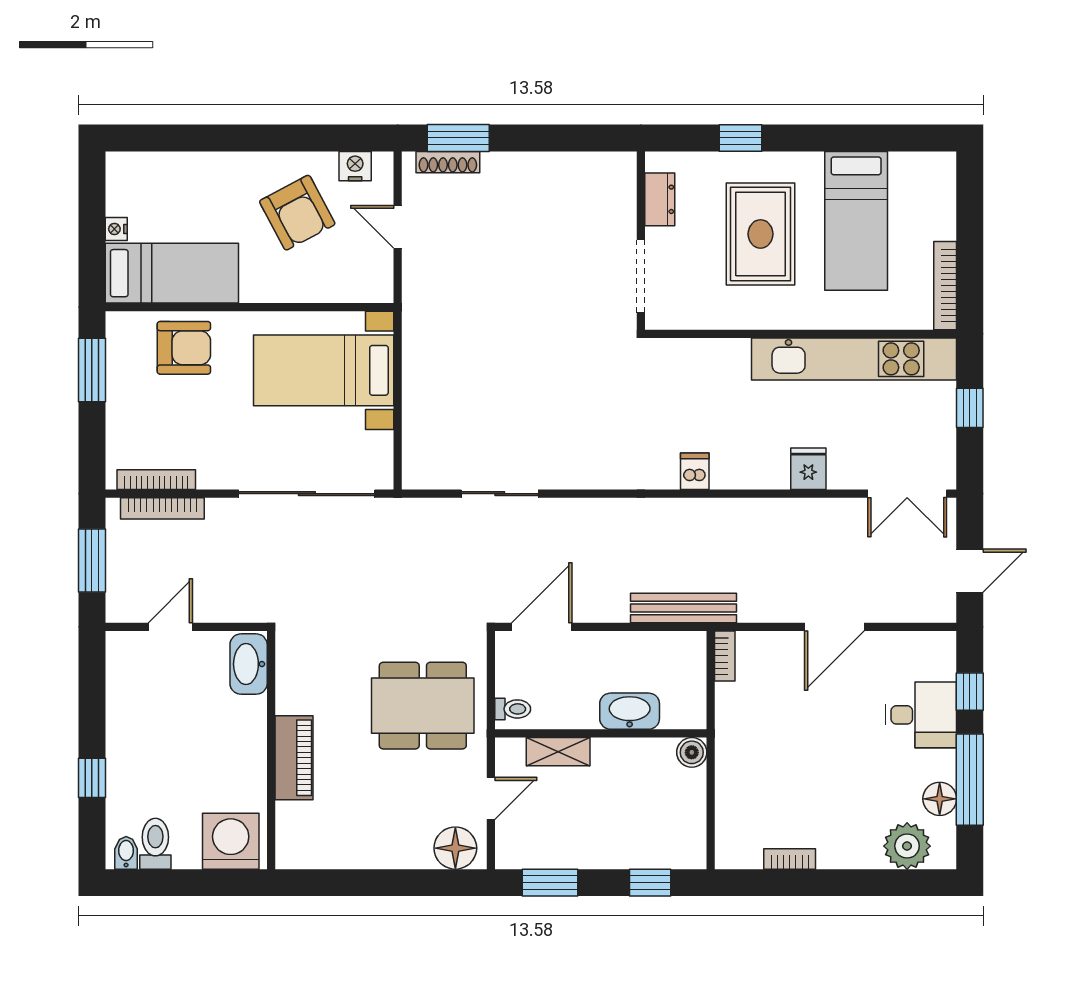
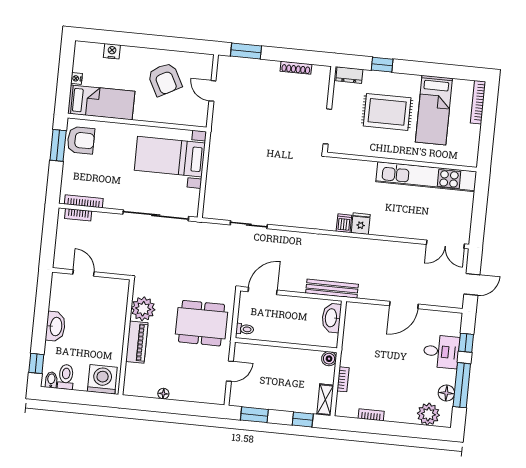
shoe rack: (448, 162) -> (296, 68), moved
nightstand: (355, 166) -> (112, 51), moved
dresser: (660, 199) -> (349, 75), moved, turned 90
rug: (760, 234) -> (387, 112), turned 90
bookcase: (945, 286) -> (478, 102), moved
armchair: (184, 348) -> (81, 140), moved
window: (970, 408) -> (480, 206), removed
fridge: (808, 469) -> (361, 224), moved
bookcase: (162, 508) -> (78, 215), width x0.64
window: (92, 561) -> (49, 237), removed
door: (170, 627) -> (83, 273), hinge flipped
bookcase: (725, 656) -> (343, 379), moved
washbasin: (249, 664) -> (55, 326), moved, turned 180
plant: (300, 688) -> (143, 309), added
washbasin: (630, 711) -> (331, 318), moved, turned -90
shelving: (558, 752) -> (325, 400), moved, turned 90
window: (92, 778) -> (36, 363), moved
floor lamp: (455, 848) -> (163, 394), moved, width x0.53, depth x0.53

